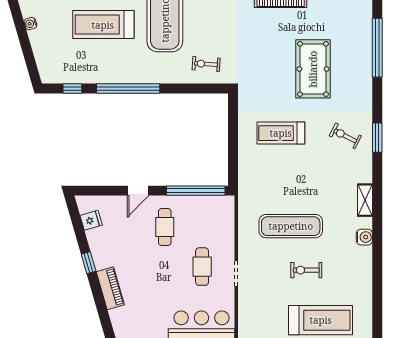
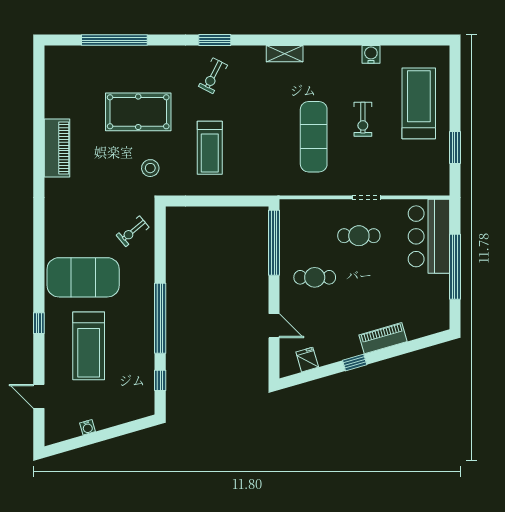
exercise bike: (206, 64) -> (133, 231), turned 46
stool: (263, 80) -> (150, 168), added
door: (138, 191) -> (274, 326), moved
water cooler: (364, 237) -> (371, 54), moved

